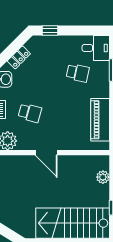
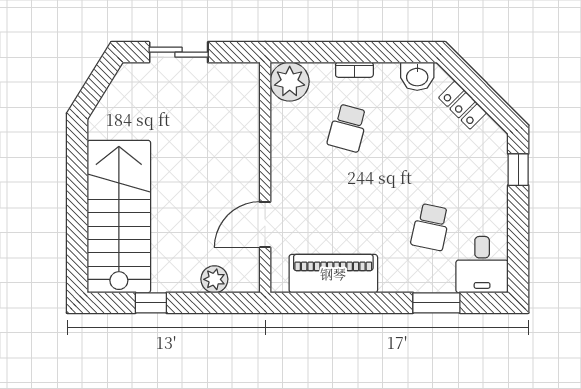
door: (46, 153) -> (265, 225), moved

